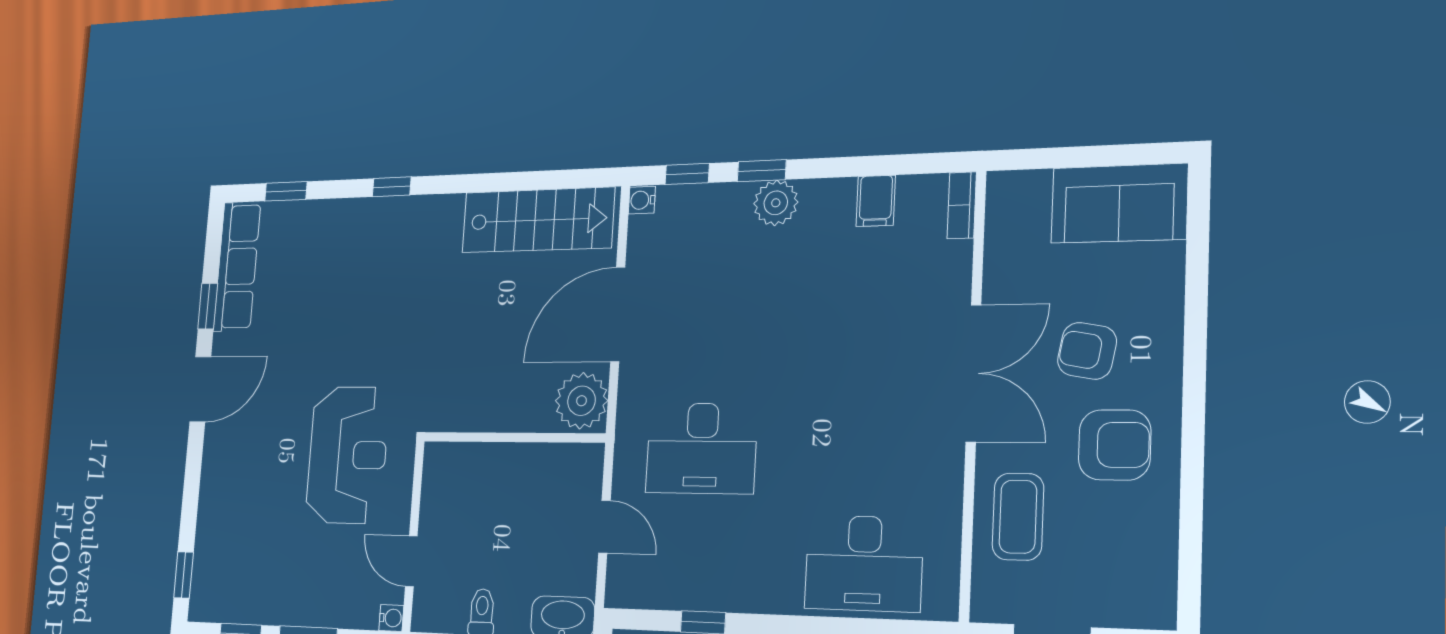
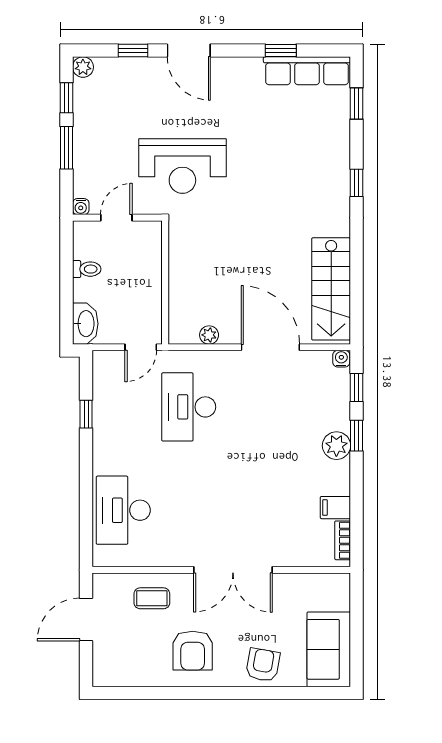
bookcase: (962, 205) -> (343, 540), moved, turned -90
armchair: (1087, 351) -> (263, 665), moved
door: (200, 389) -> (189, 51), moved
plant: (582, 401) -> (209, 335), width x0.53, depth x0.53
wall: (514, 437) -> (165, 282), moved
coffee table: (1018, 517) -> (152, 598), width x0.73, depth x0.77
window: (184, 575) -> (133, 51), moved
plant: (202, 606) -> (83, 67), added

